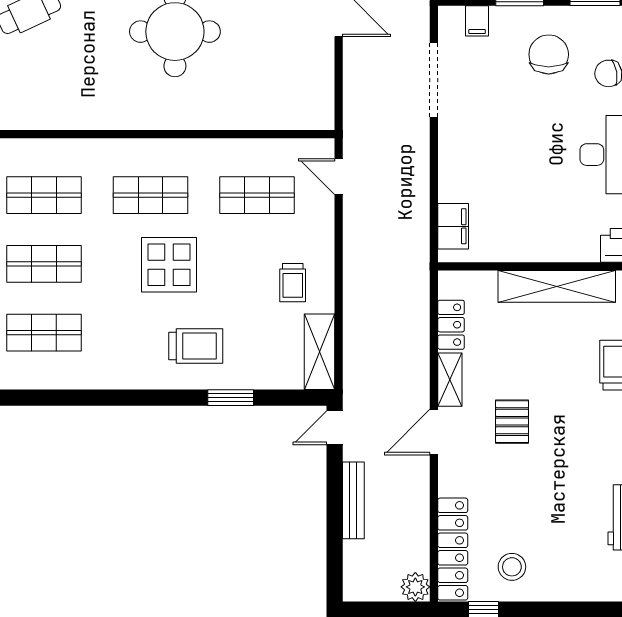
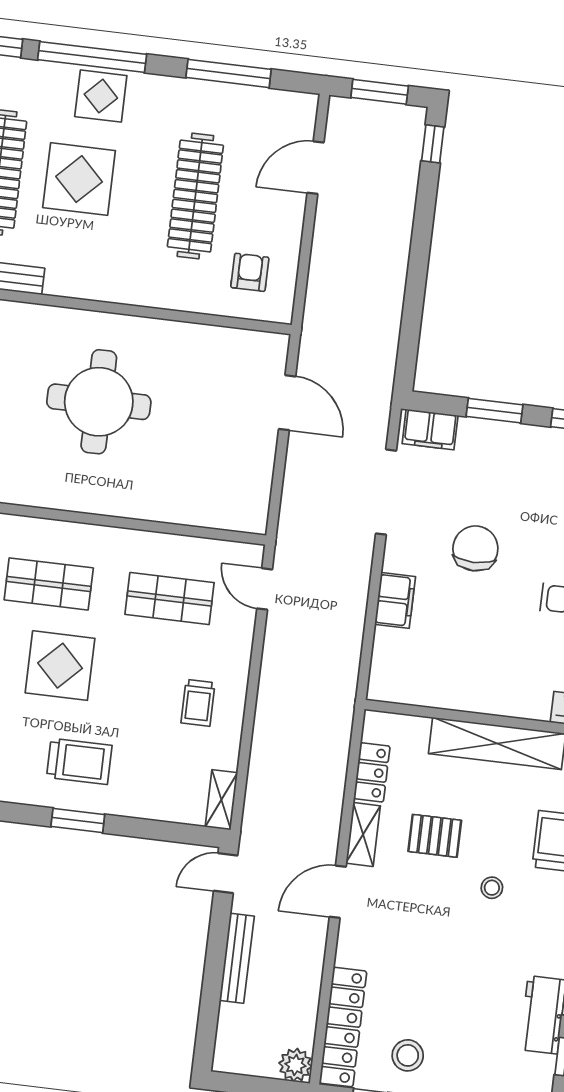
filing cabinet: (477, 21) -> (430, 429), width x2.00
chair: (549, 54) -> (475, 548), moved
filing cabinet: (453, 226) -> (395, 600), moved
shelving: (319, 352) -> (221, 800), width x0.67, depth x0.75
window: (231, 398) -> (78, 821), moved
stool: (567, 412) -> (492, 888), added
pallet: (512, 422) -> (435, 836), moved, turned 90

